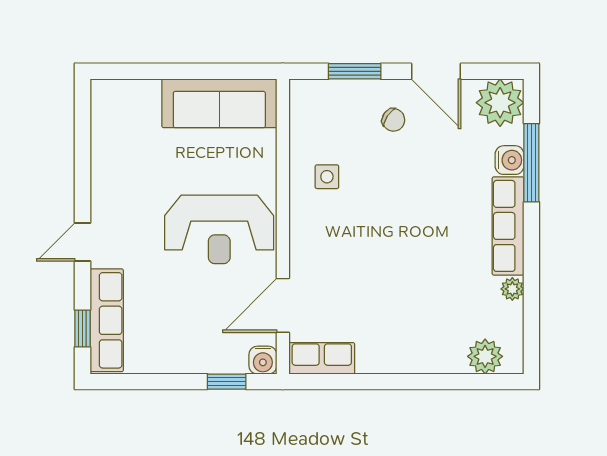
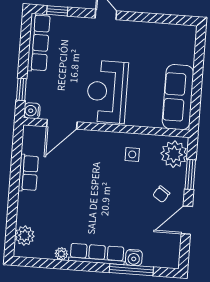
plant: (500, 103) -> (174, 154), moved
door: (283, 305) -> (62, 124), swing flipped
row of seats: (107, 320) -> (39, 43), moved, turned -90
row of seats: (322, 358) -> (28, 173), moved

